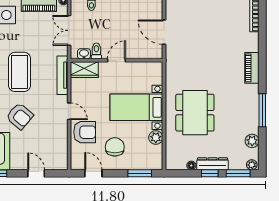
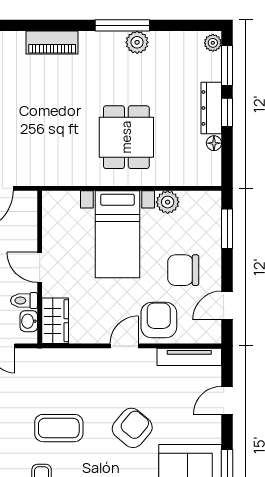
coffee table: (20, 72) -> (59, 428), width x0.73, depth x0.76
tv unit: (63, 75) -> (189, 357), moved
dining table: (195, 113) -> (126, 137), width x0.73
plant: (252, 141) -> (137, 42), moved

